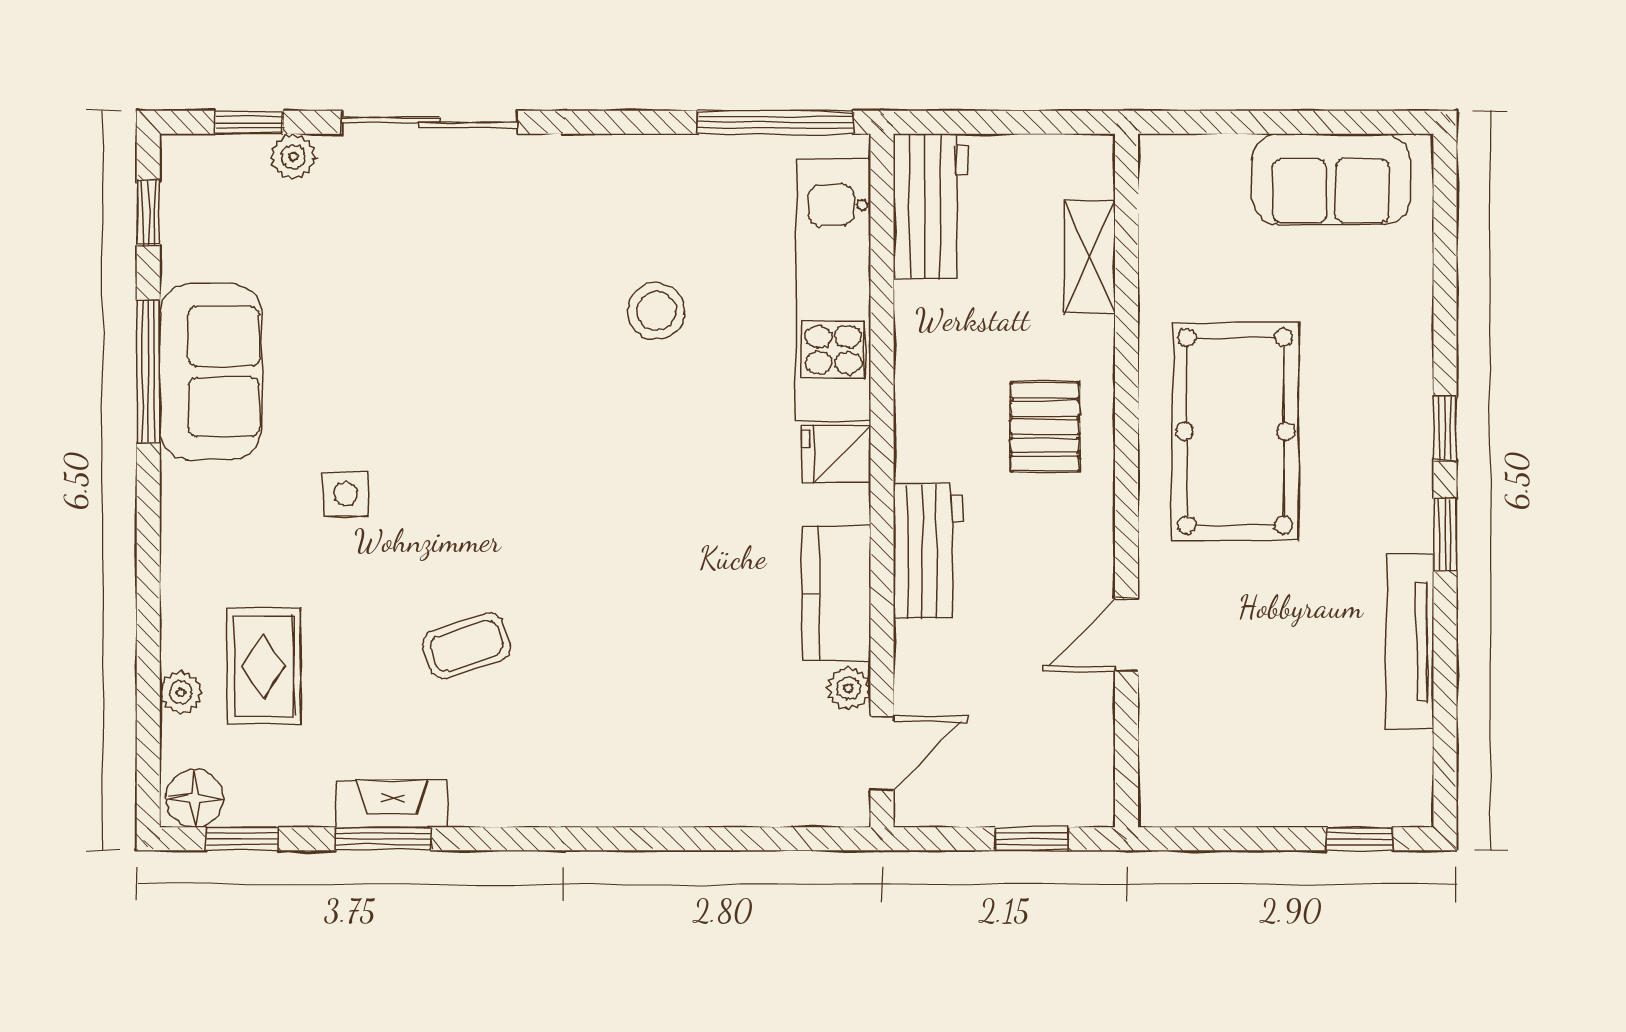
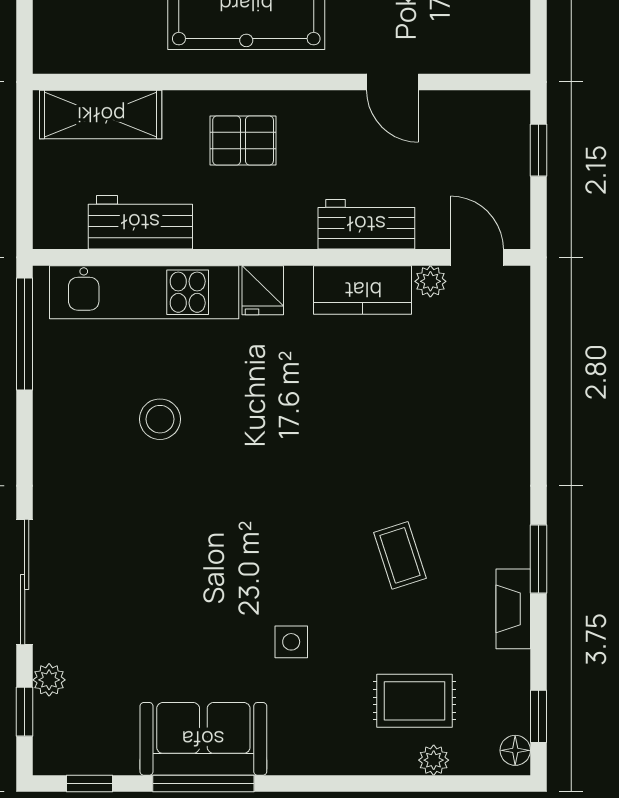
workbench: (931, 206) -> (140, 222), moved
shelving: (1090, 257) -> (101, 115), width x1.50, depth x1.33
workbench: (928, 551) -> (366, 224), moved
floor lamp: (195, 799) -> (515, 750), width x0.73, depth x0.73
window: (383, 839) -> (539, 559), moved

